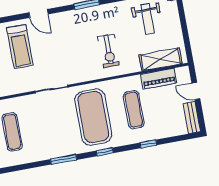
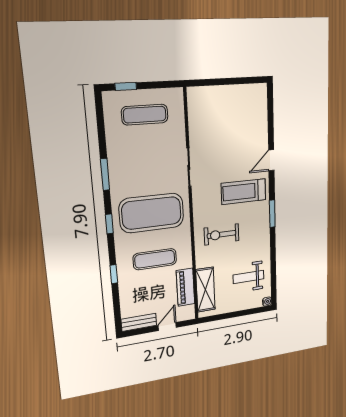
treadmill: (20, 47) -> (244, 192), moved

